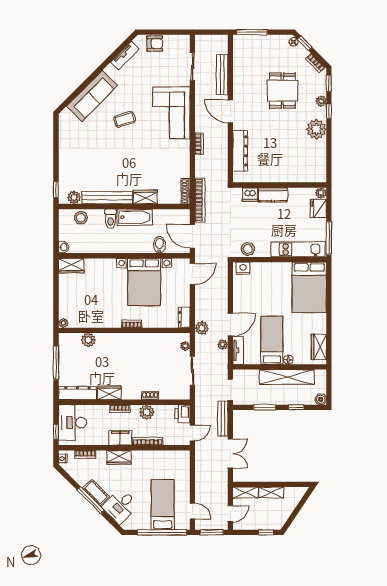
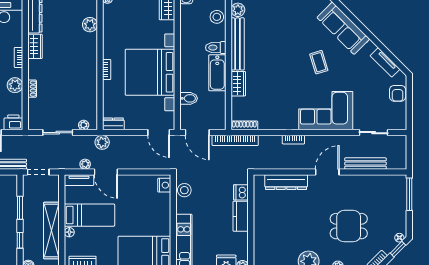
door: (192, 236) -> (197, 133), swing flipped
bed with nightstands: (144, 282) -> (150, 72), width x1.36

